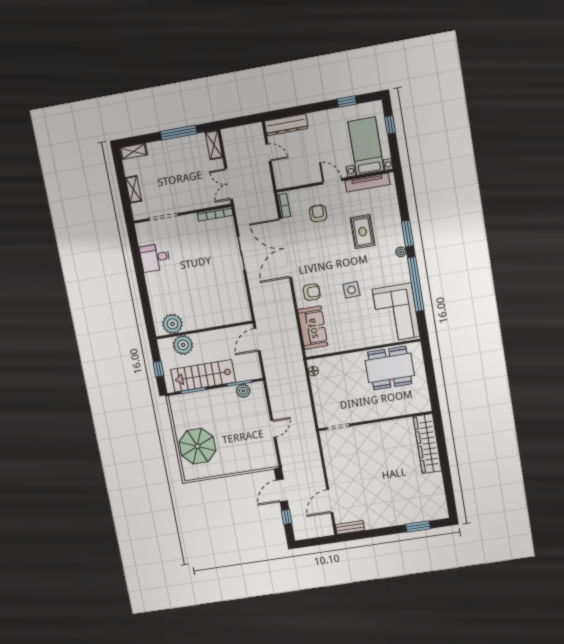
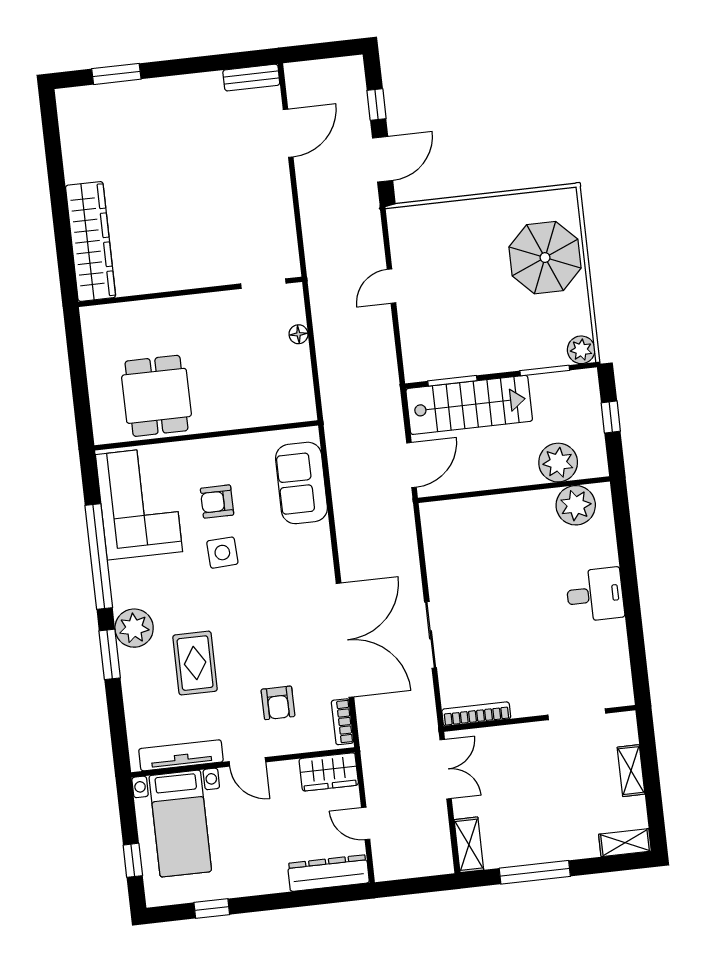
wardrobe: (289, 179) -> (329, 772), added
plant: (401, 252) -> (134, 628), width x1.87, depth x1.87
desk: (155, 258) -> (595, 595), moved
armchair: (312, 292) -> (217, 502), moved
dining table: (390, 368) -> (156, 396), width x0.73
floor lamp: (313, 371) -> (298, 334), moved
stairs: (203, 376) -> (469, 405), moved
plant: (243, 391) -> (581, 350), moved

